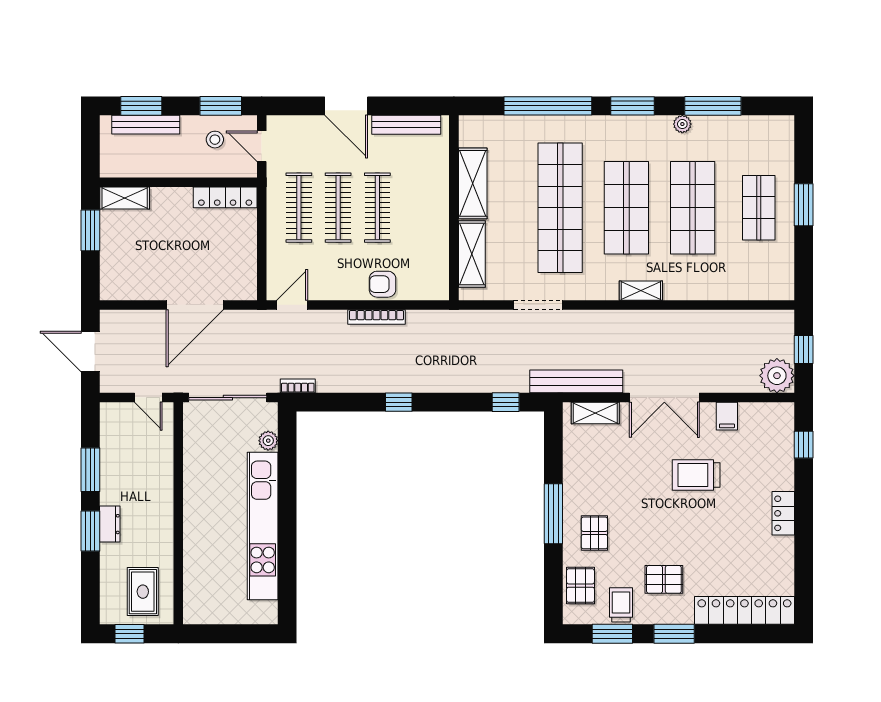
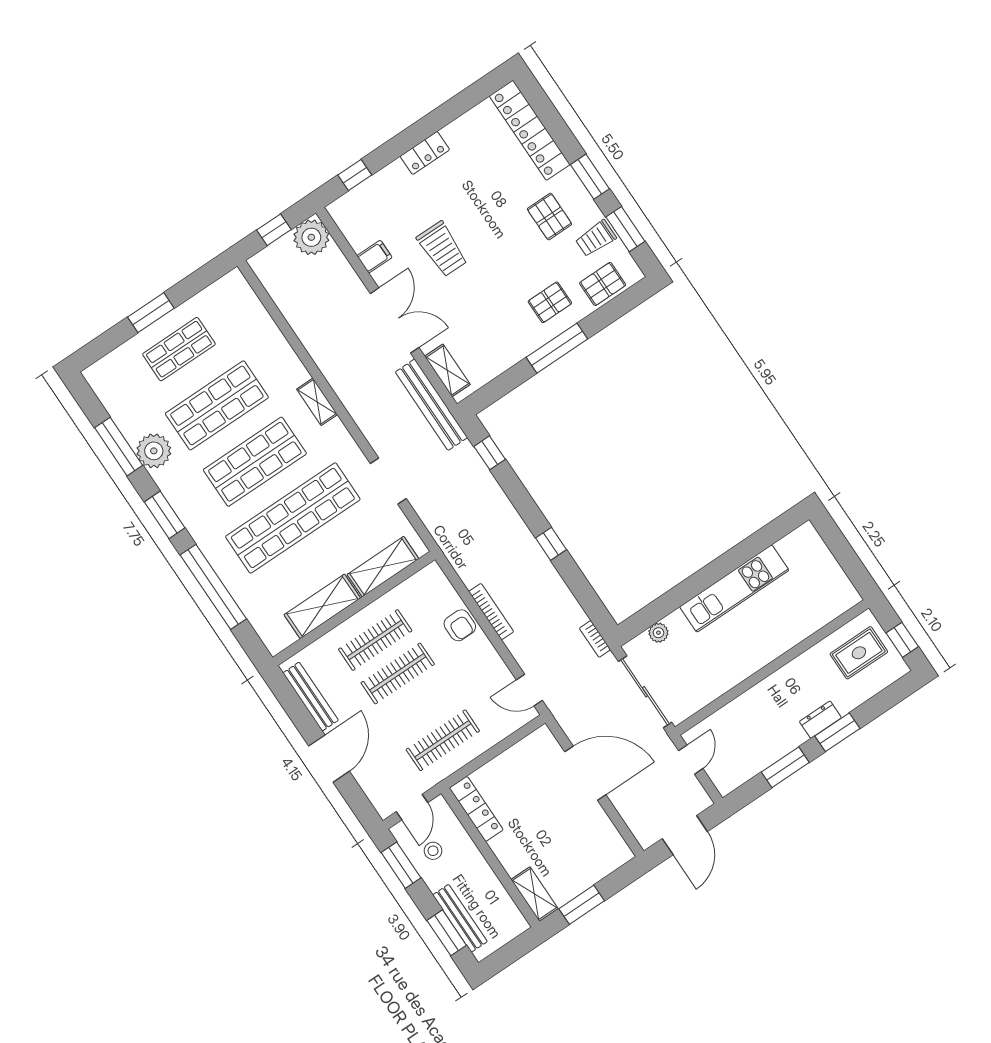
plant: (682, 124) -> (154, 451), width x1.87, depth x1.87
clothes rail: (338, 208) -> (375, 640), moved
kitchen unit: (263, 526) -> (734, 588), width x0.73

